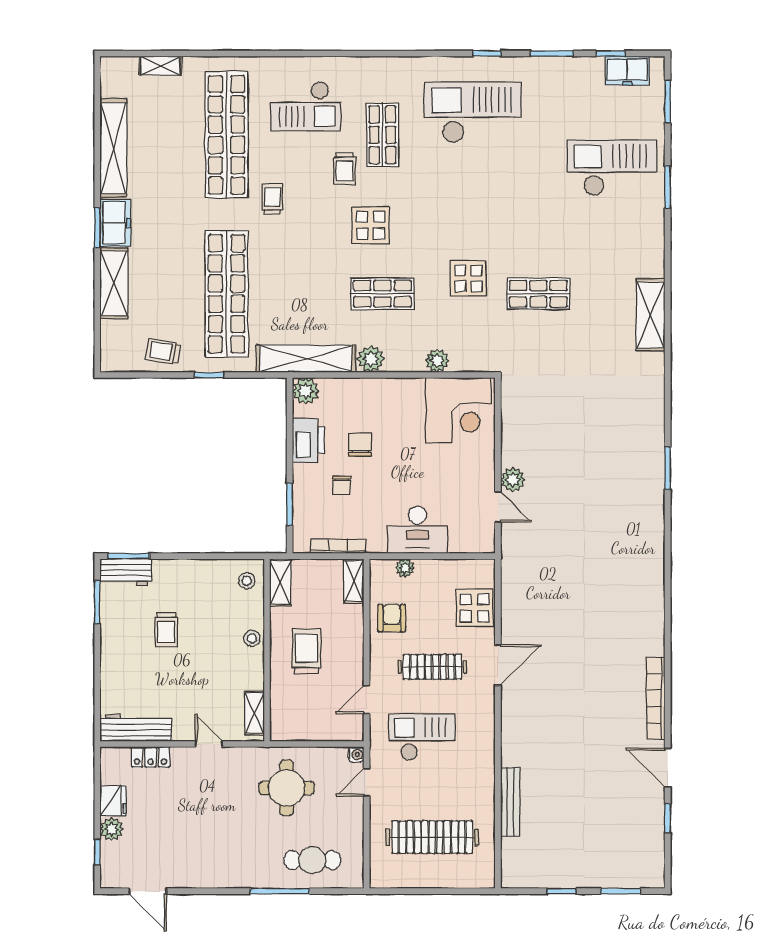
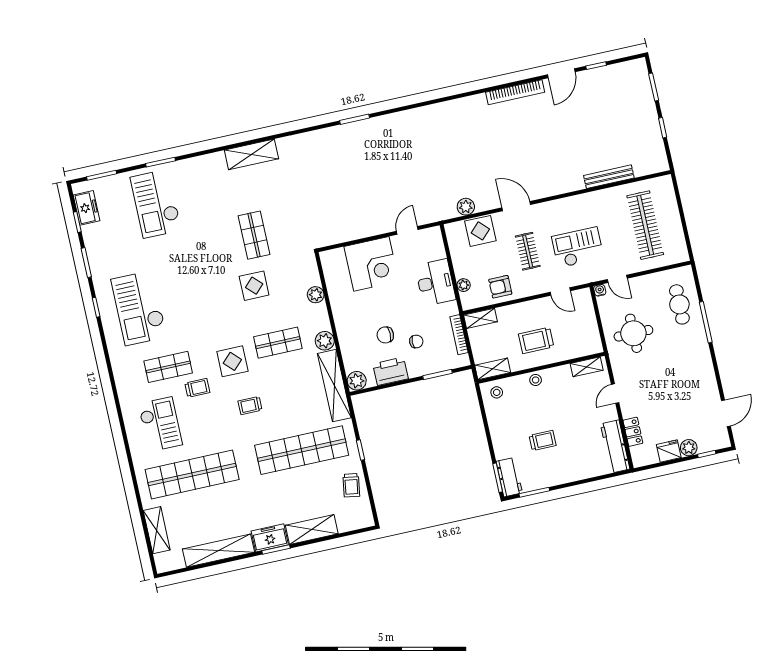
shelving: (160, 66) -> (157, 530), width x1.50, depth x1.33
trolley: (272, 199) -> (250, 405), moved
shop shelf: (382, 294) -> (278, 343), turned 90
corner desk: (458, 410) -> (371, 264), moved, turned 90
plant: (513, 480) -> (466, 207), moved
clothes rail: (432, 667) -> (528, 251), width x0.73
checkout: (422, 737) -> (578, 247), turned 90

